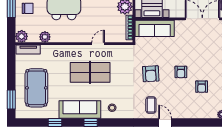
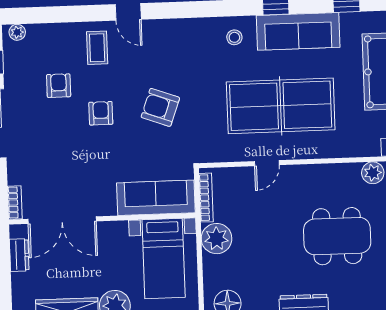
table tennis table: (90, 72) -> (281, 106), width x1.36, depth x1.32
armchair: (151, 74) -> (160, 107), turned -67
coffee table: (151, 105) -> (97, 48), moved

